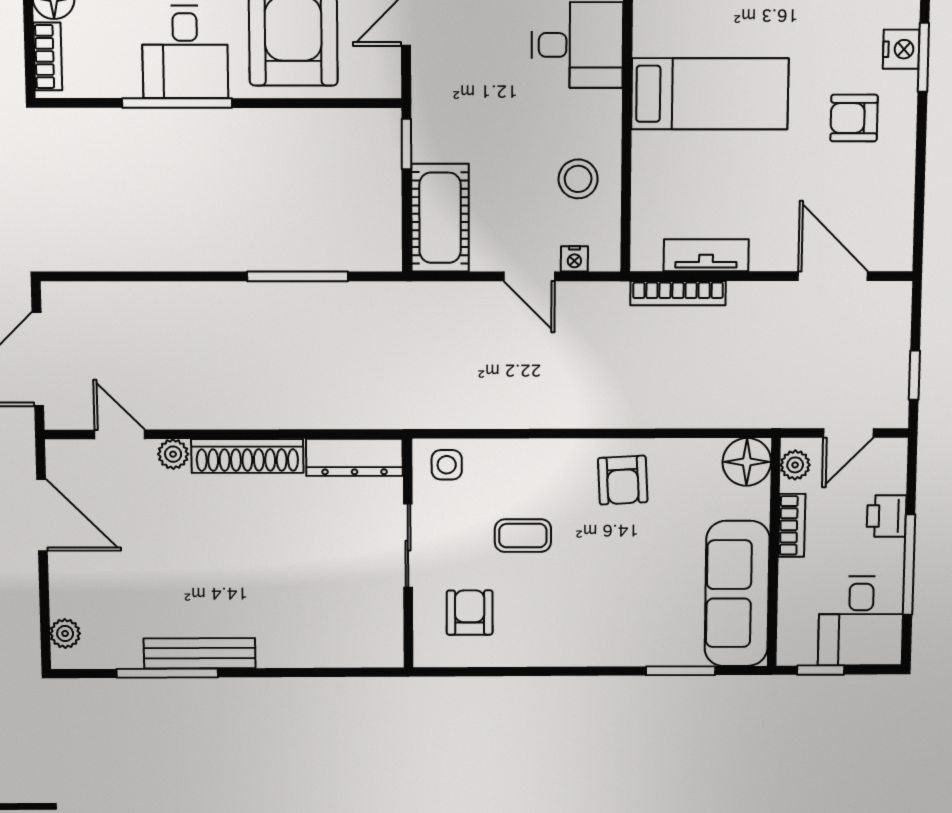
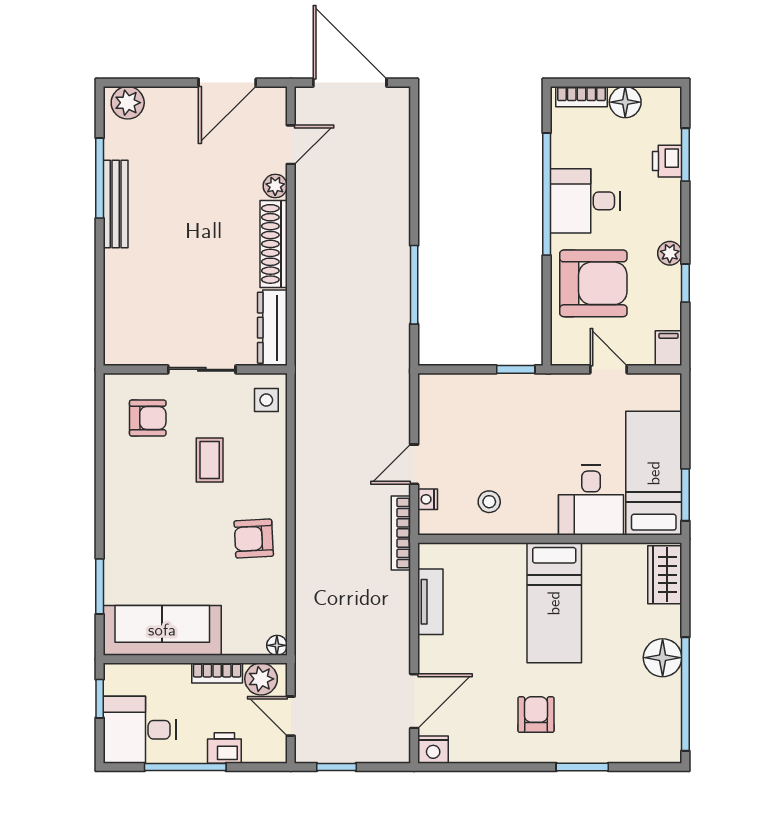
nightstand: (901, 49) -> (433, 750), moved
window: (177, 103) -> (547, 194), width x1.46
stool: (578, 179) -> (489, 502), width x0.73, depth x0.73
cot: (440, 218) -> (459, 395), removed
bookcase: (678, 293) -> (401, 533), moved
floor lamp: (747, 462) -> (277, 645), width x0.53, depth x0.53
plant: (795, 465) -> (261, 679), width x1.38, depth x1.38
plant: (65, 634) -> (128, 103), width x1.38, depth x1.38

